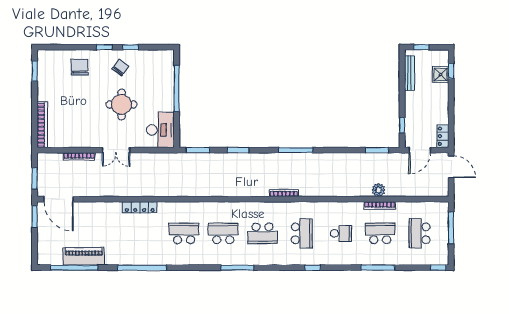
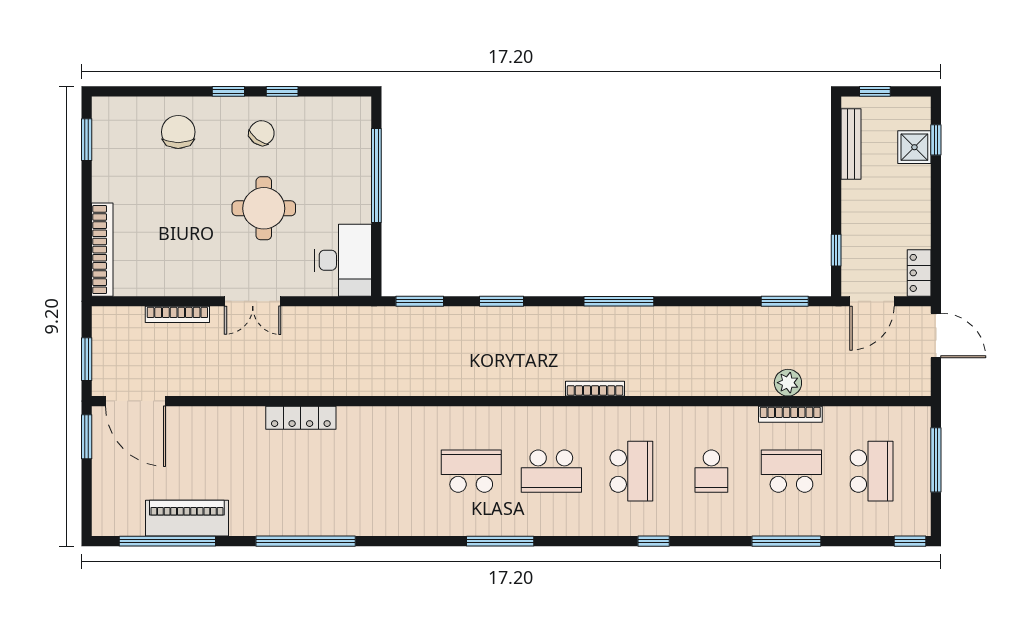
school desk: (184, 233) -> (391, 471), removed
school desk: (341, 233) -> (711, 471), turned 90
school desk: (419, 233) -> (872, 471), turned 180

